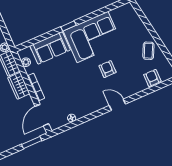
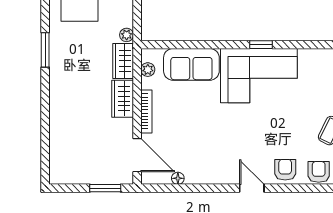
window: (68, 26) -> (261, 45), moved
armchair: (107, 69) -> (285, 170), moved
door: (42, 115) -> (137, 155), swing flipped

